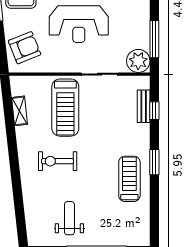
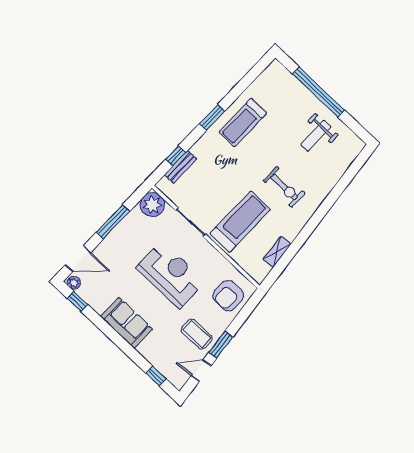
window: (154, 39) -> (113, 222), moved
armchair: (25, 48) -> (228, 296), turned -68

